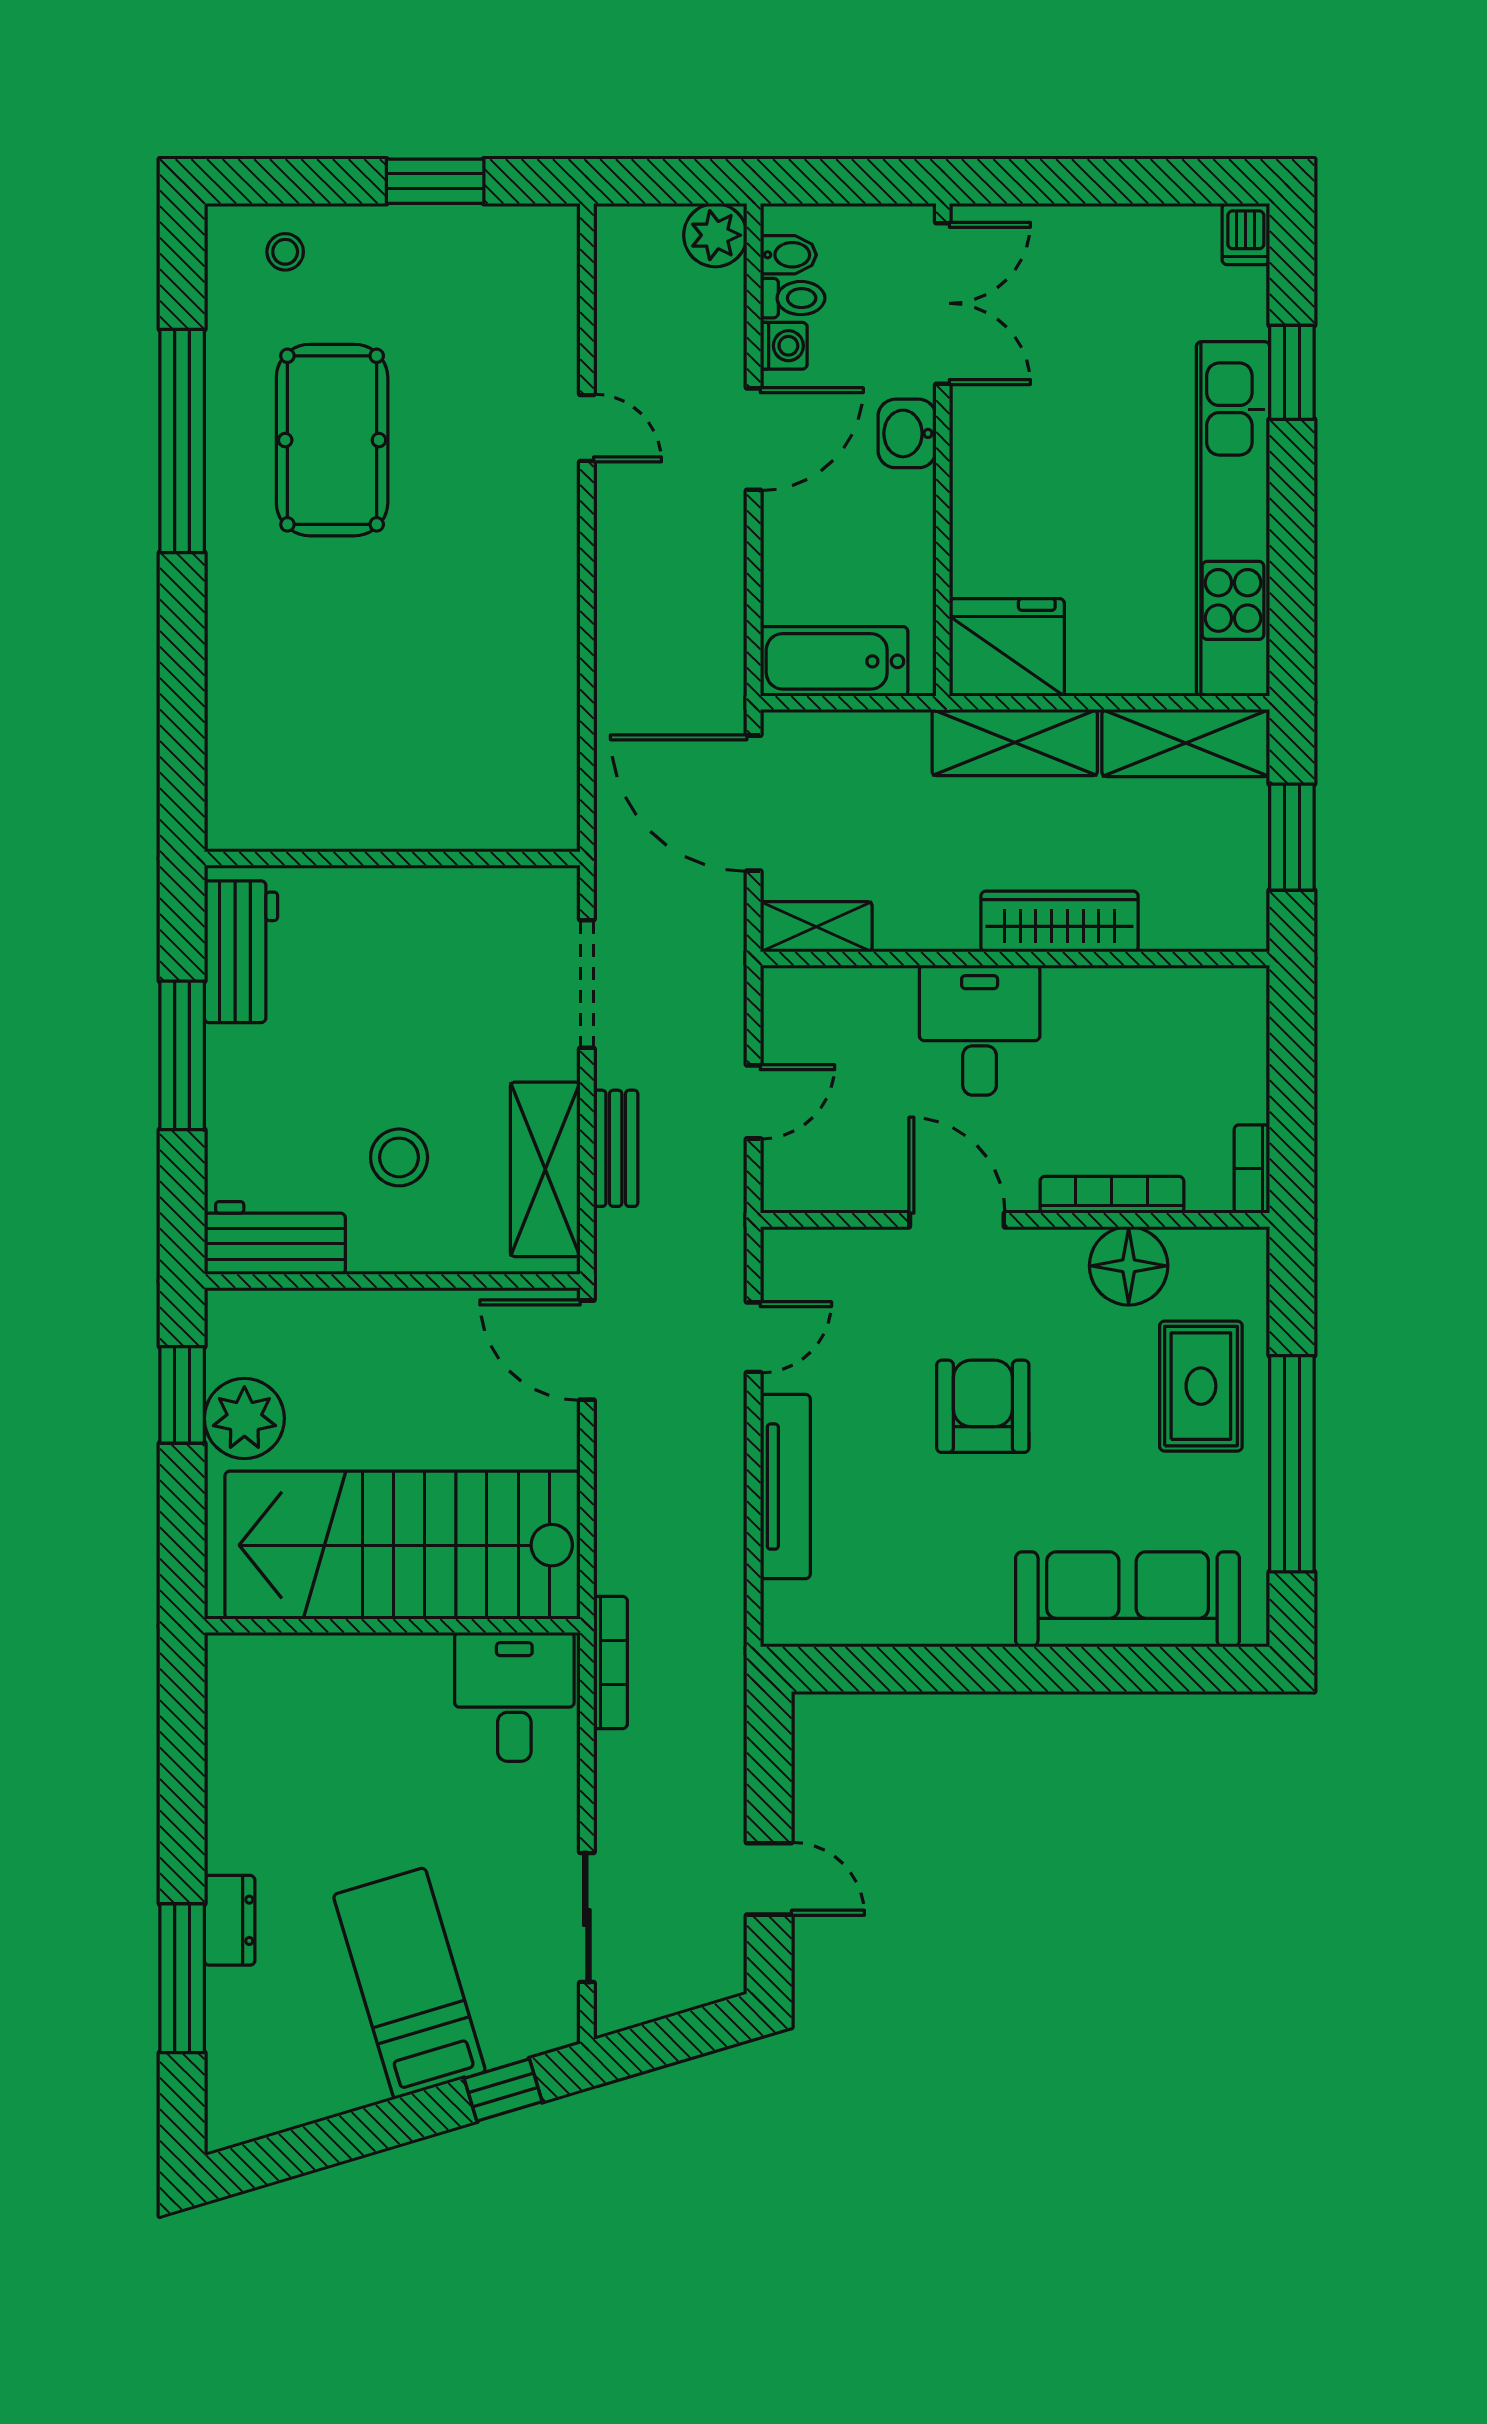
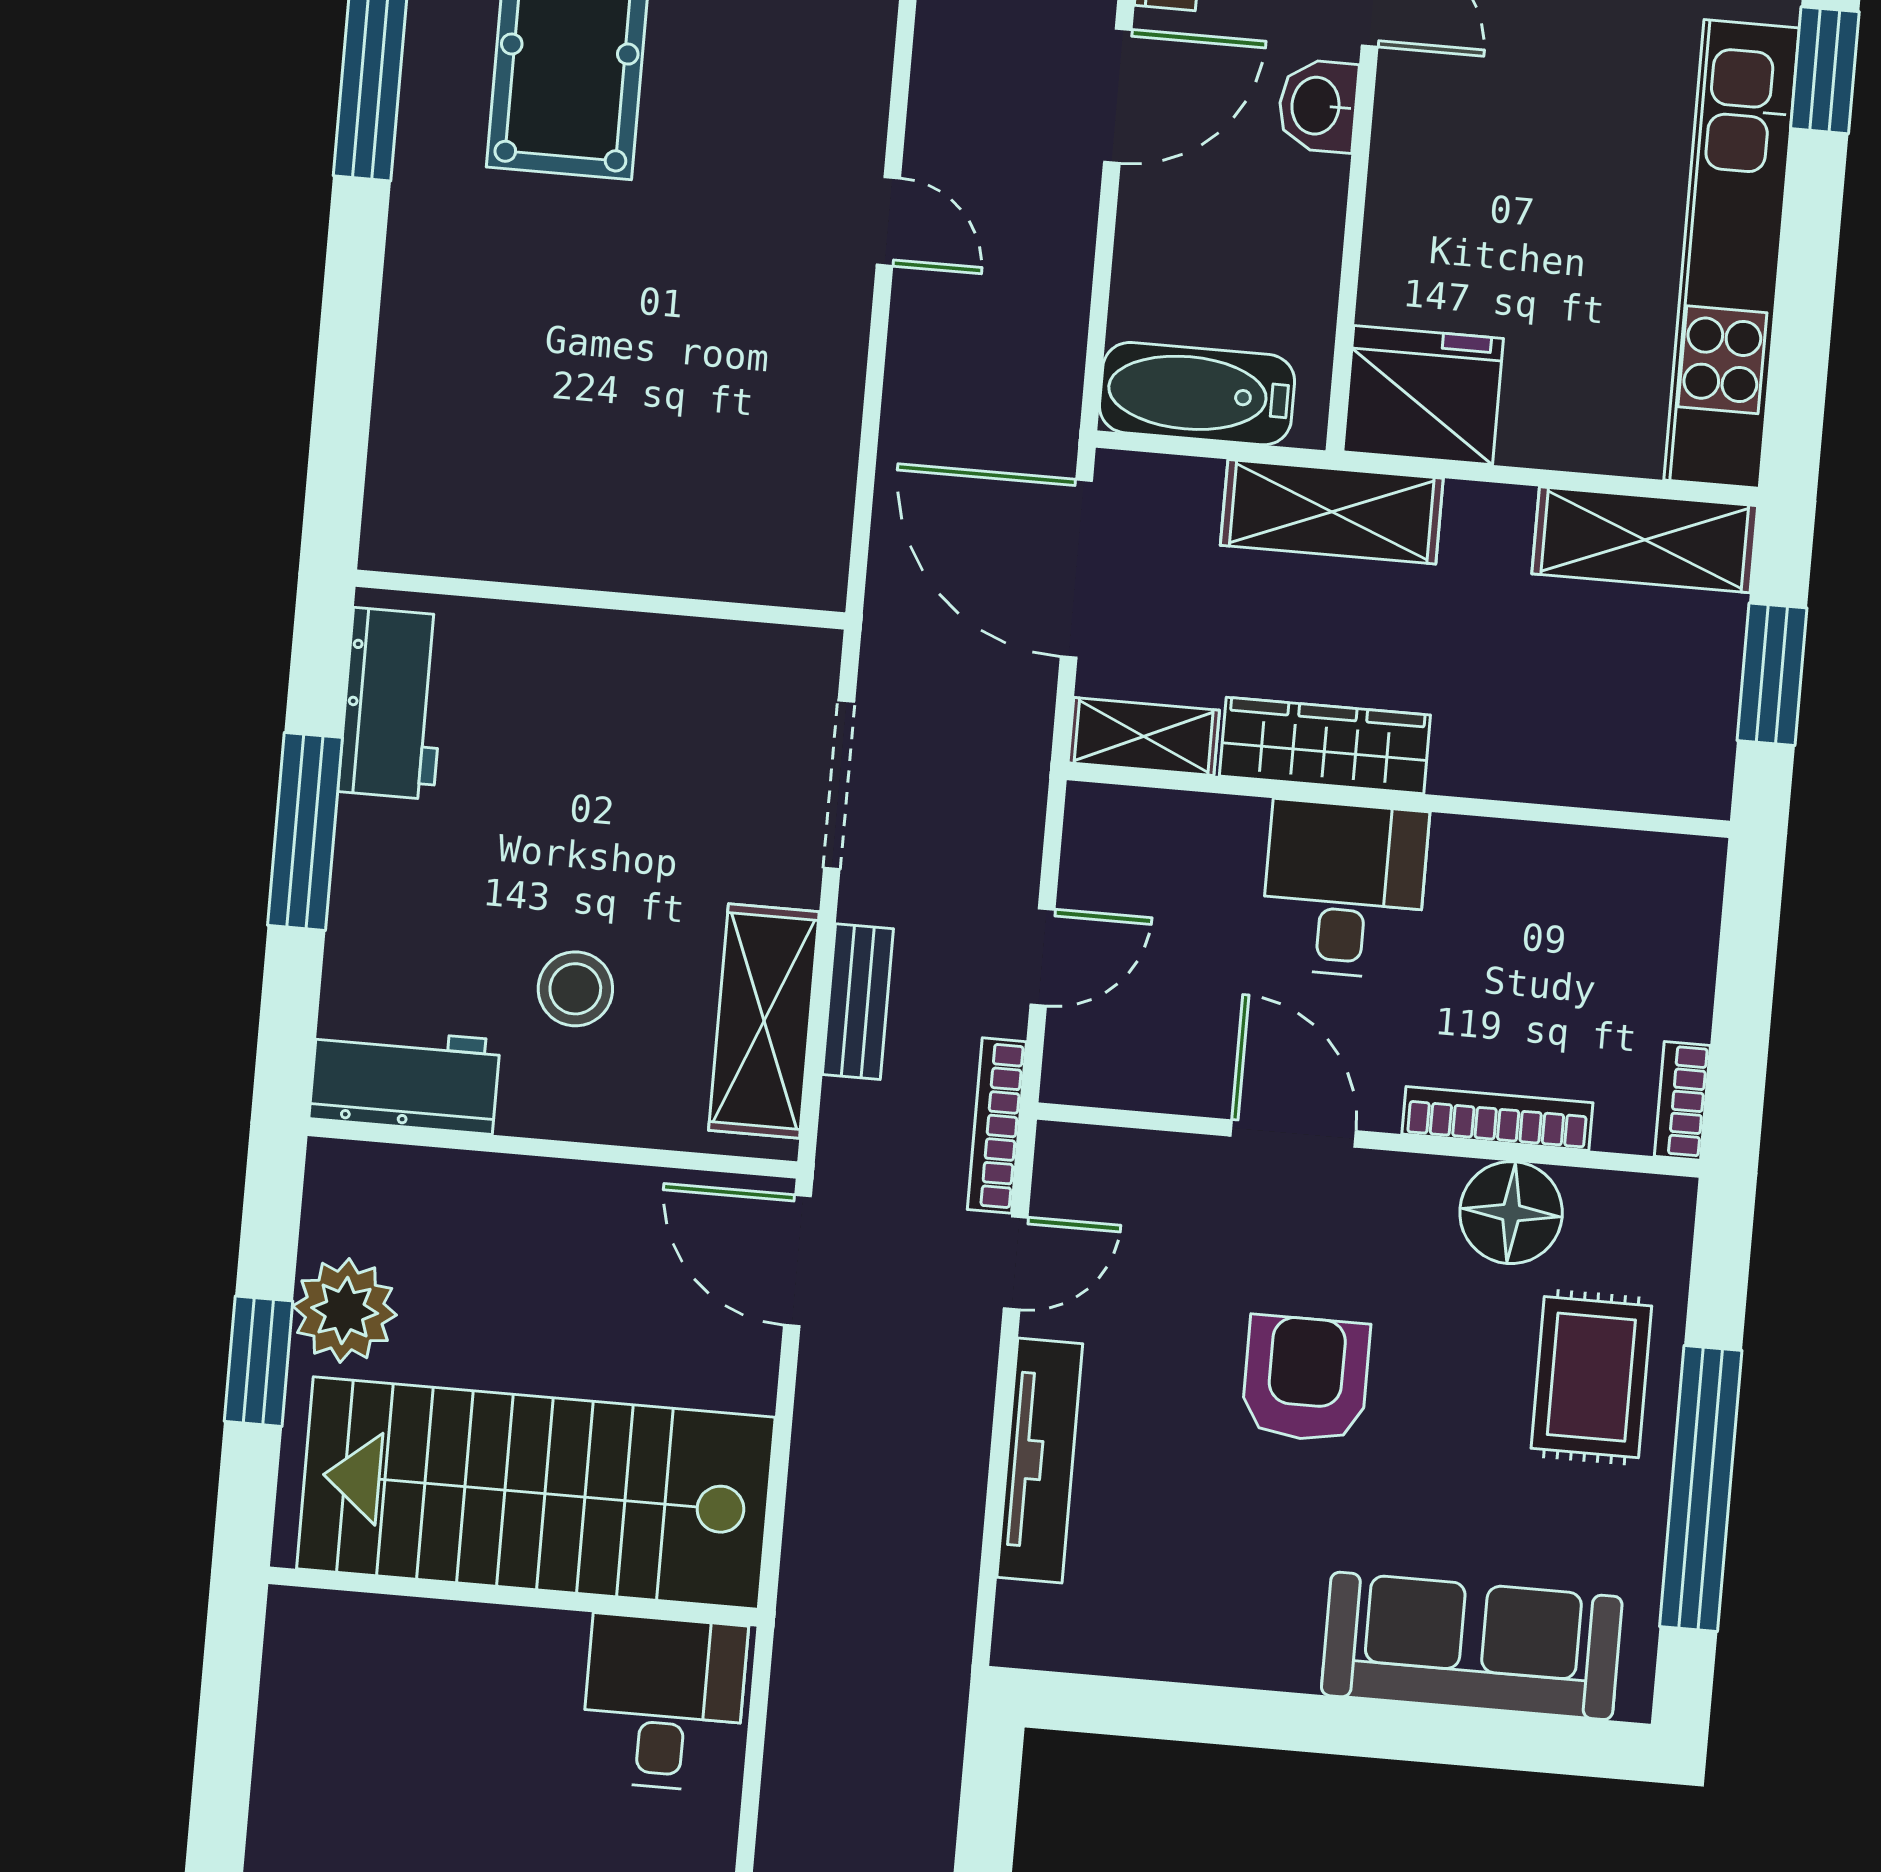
door: (587, 428) -> (888, 221), moved
shelving: (1015, 743) -> (1332, 512), moved
wardrobe: (1060, 921) -> (1325, 745), moved
window: (182, 1395) -> (259, 1361), moved
bookcase: (610, 1662) -> (997, 1126), moved, turned 180

